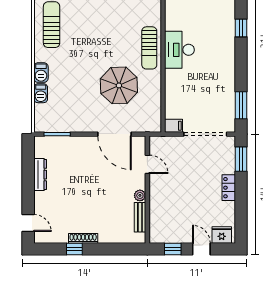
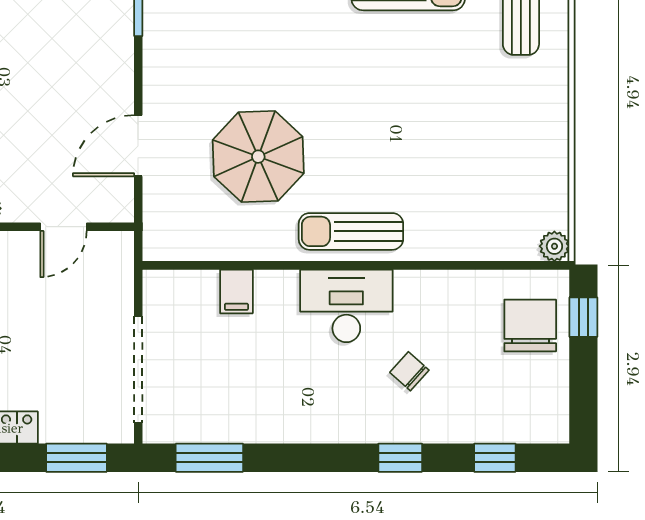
chair: (206, 24) -> (409, 371), added
filing cabinet: (174, 126) -> (236, 291), moved
door: (115, 134) -> (138, 146), width x0.73

